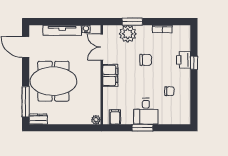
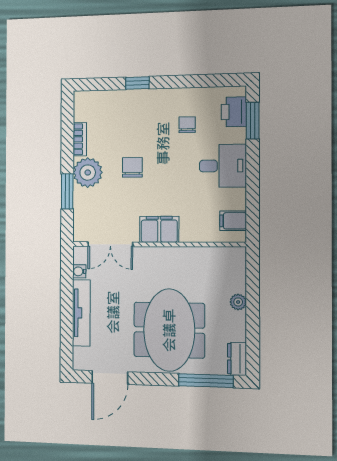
plant: (128, 34) -> (88, 173), moved
printer: (184, 60) -> (234, 112), moved, turned 90
plant: (96, 120) -> (238, 302), moved
window: (142, 128) -> (253, 121), moved

